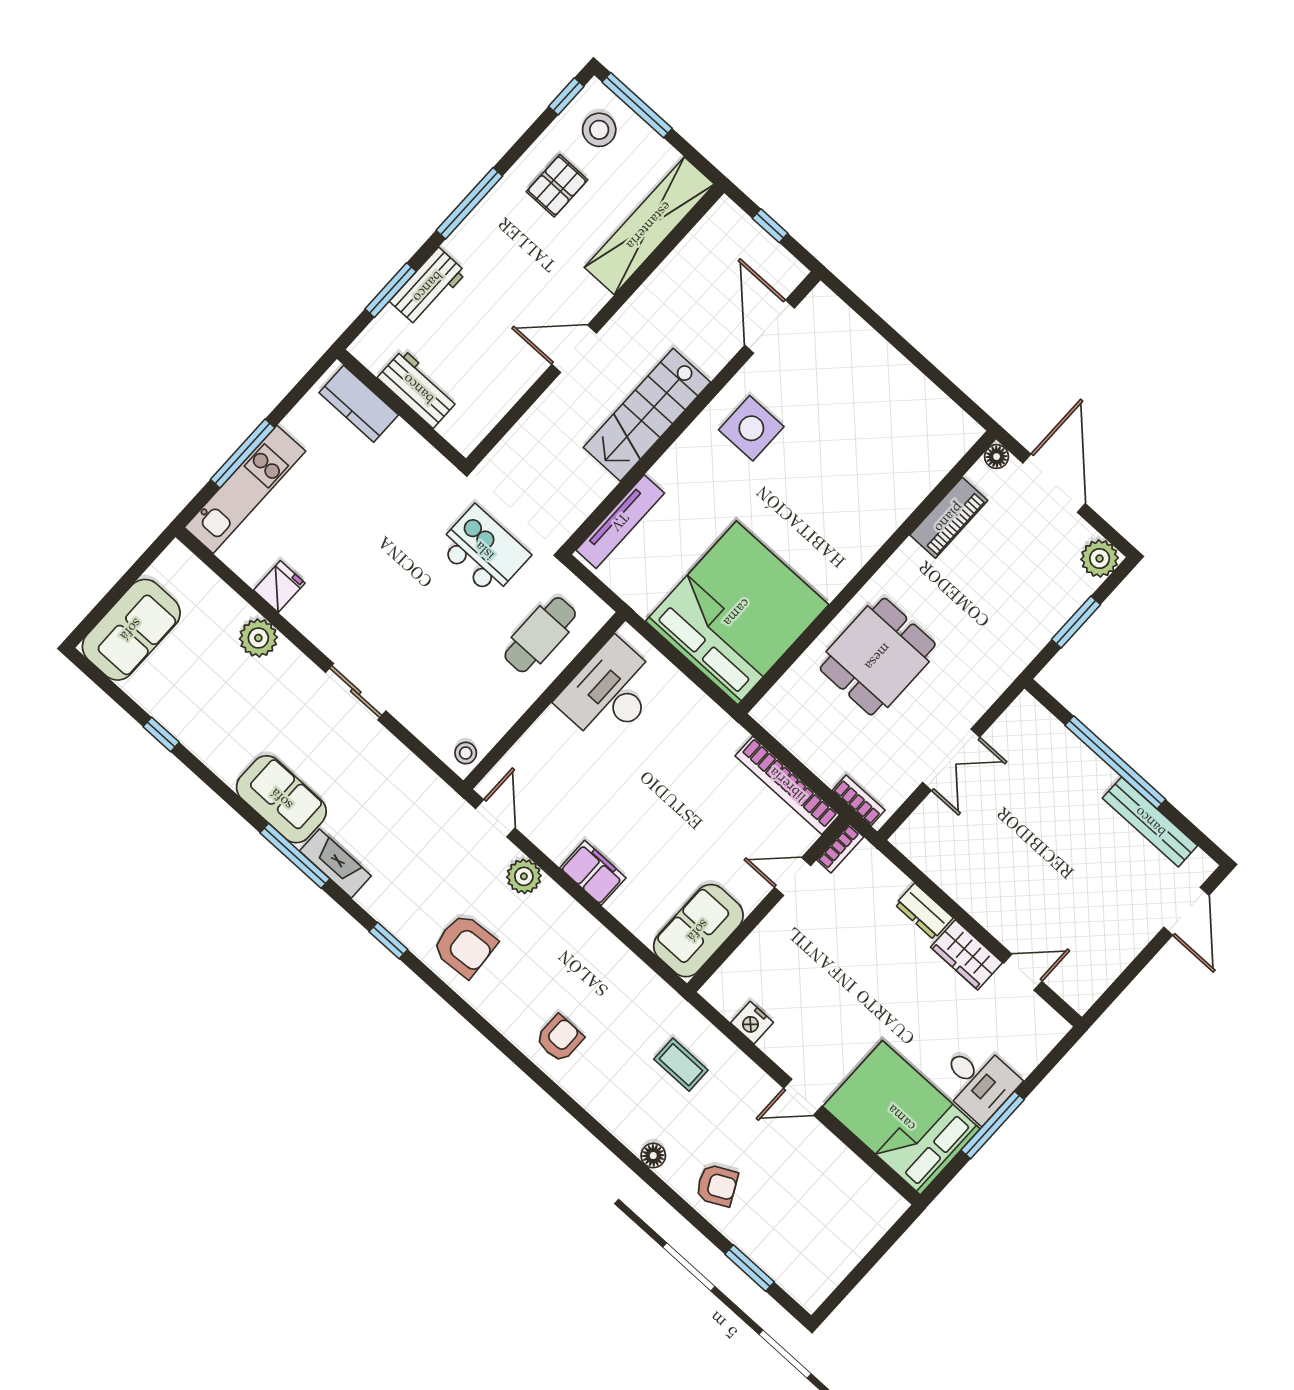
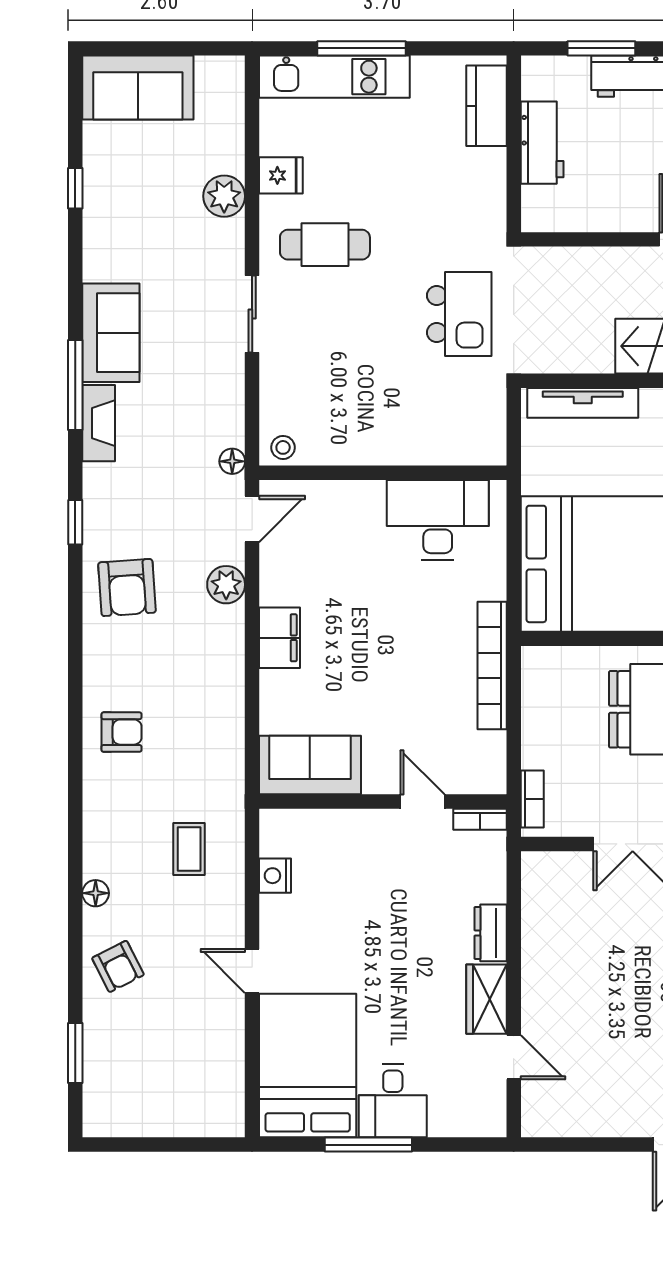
cafe table: (540, 635) -> (325, 245), moved
bookcase: (787, 785) -> (492, 666), moved
floor lamp: (444, 796) -> (232, 461), added

